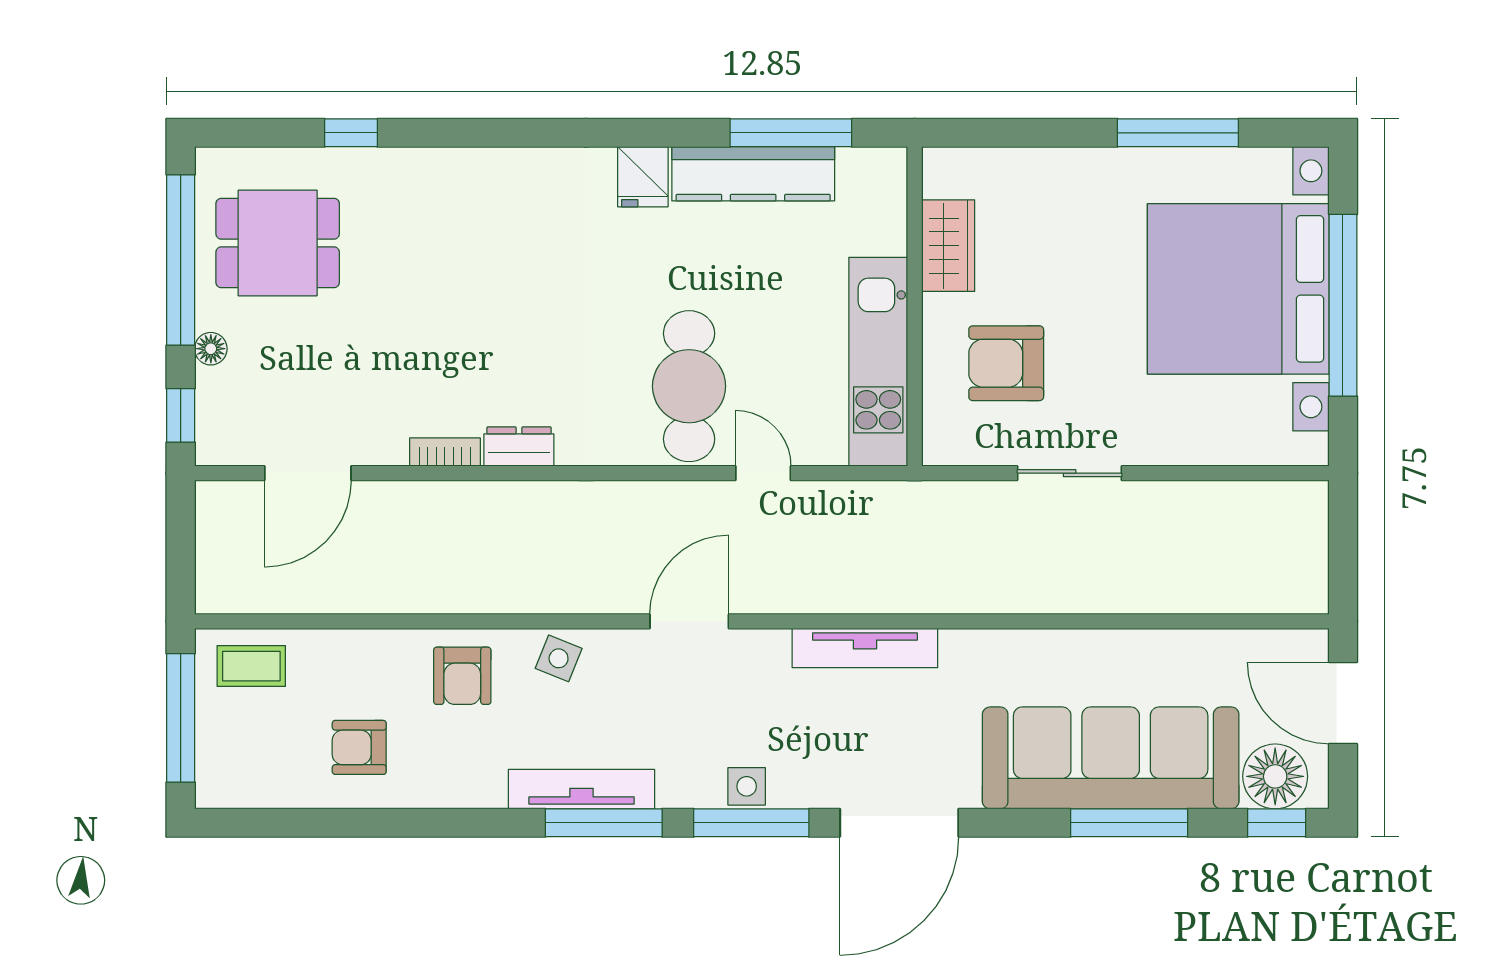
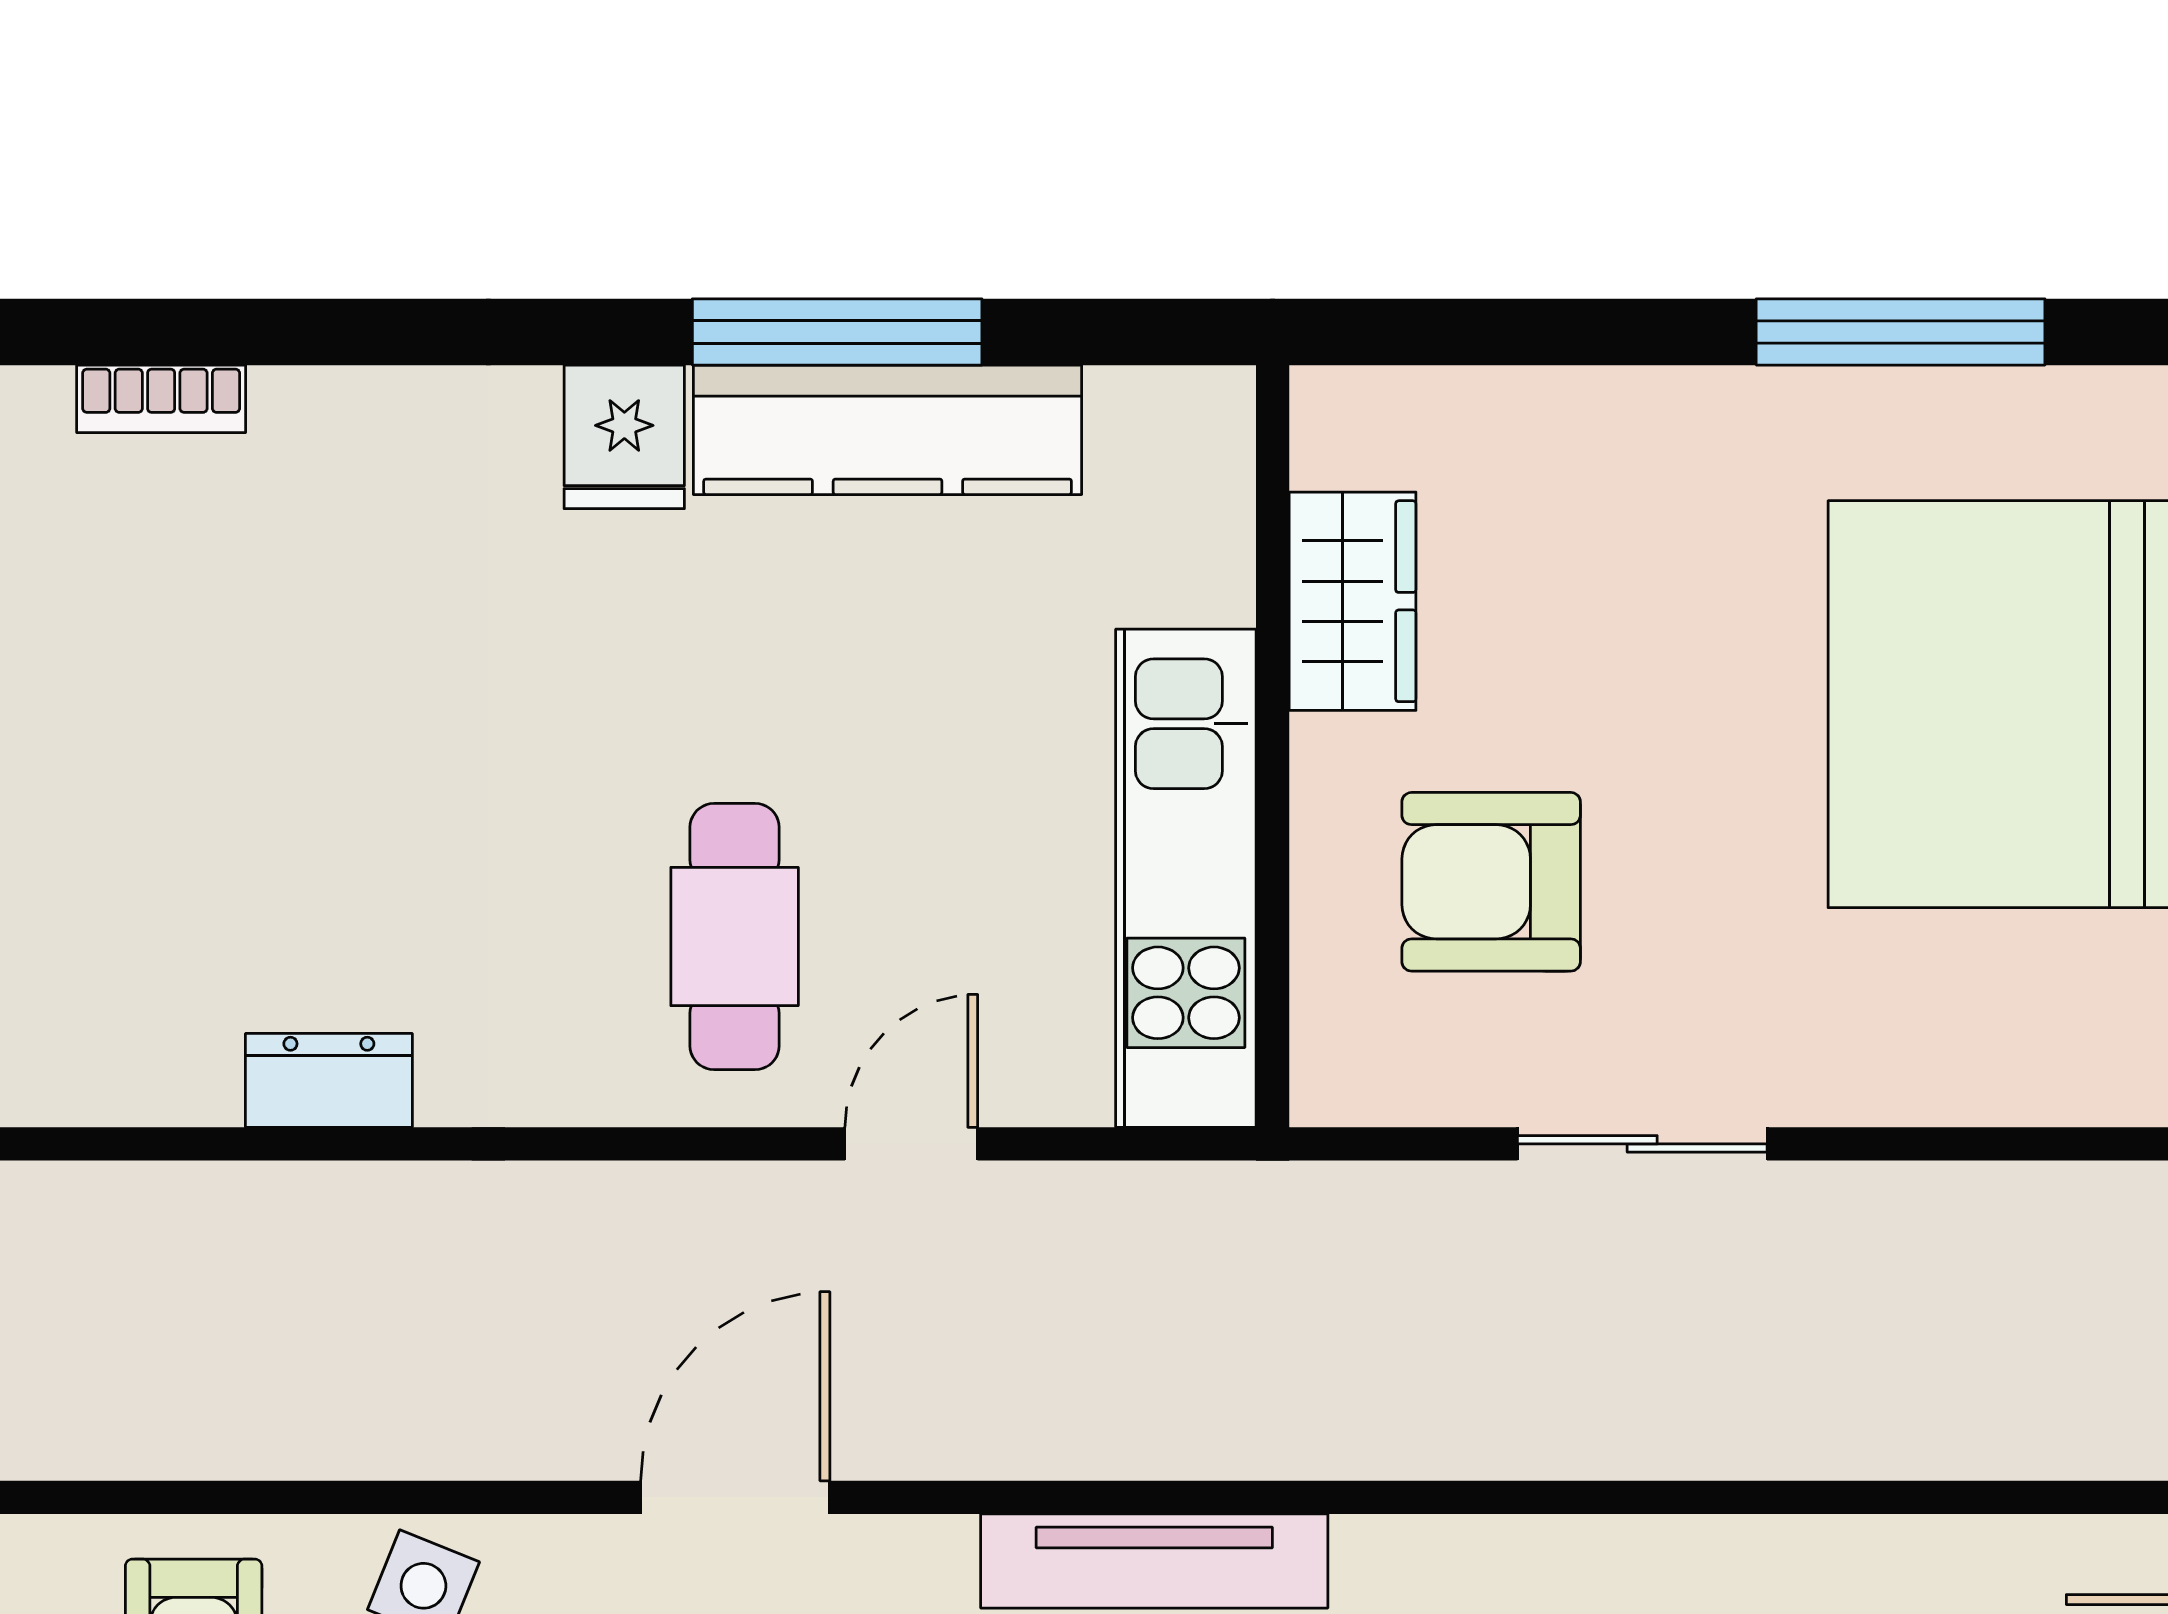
window: (791, 133) -> (837, 332), moved
cafe table: (689, 386) -> (735, 937), width x0.73, depth x0.74
bookcase: (445, 452) -> (161, 399), moved, turned 180
door: (763, 473) -> (911, 1144), hinge flipped

